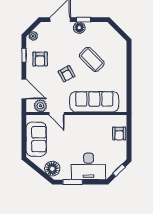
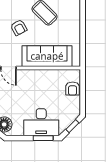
window: (73, 182) -> (43, 138), moved

